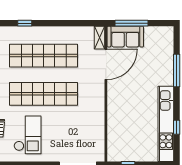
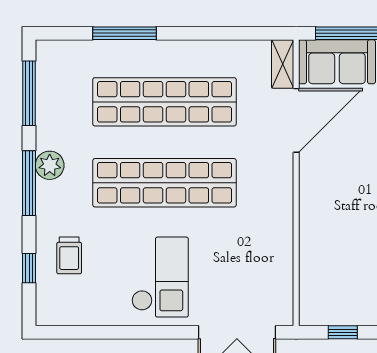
window: (25, 23) -> (125, 33), width x2.17
checkout: (27, 135) -> (160, 277), moved

